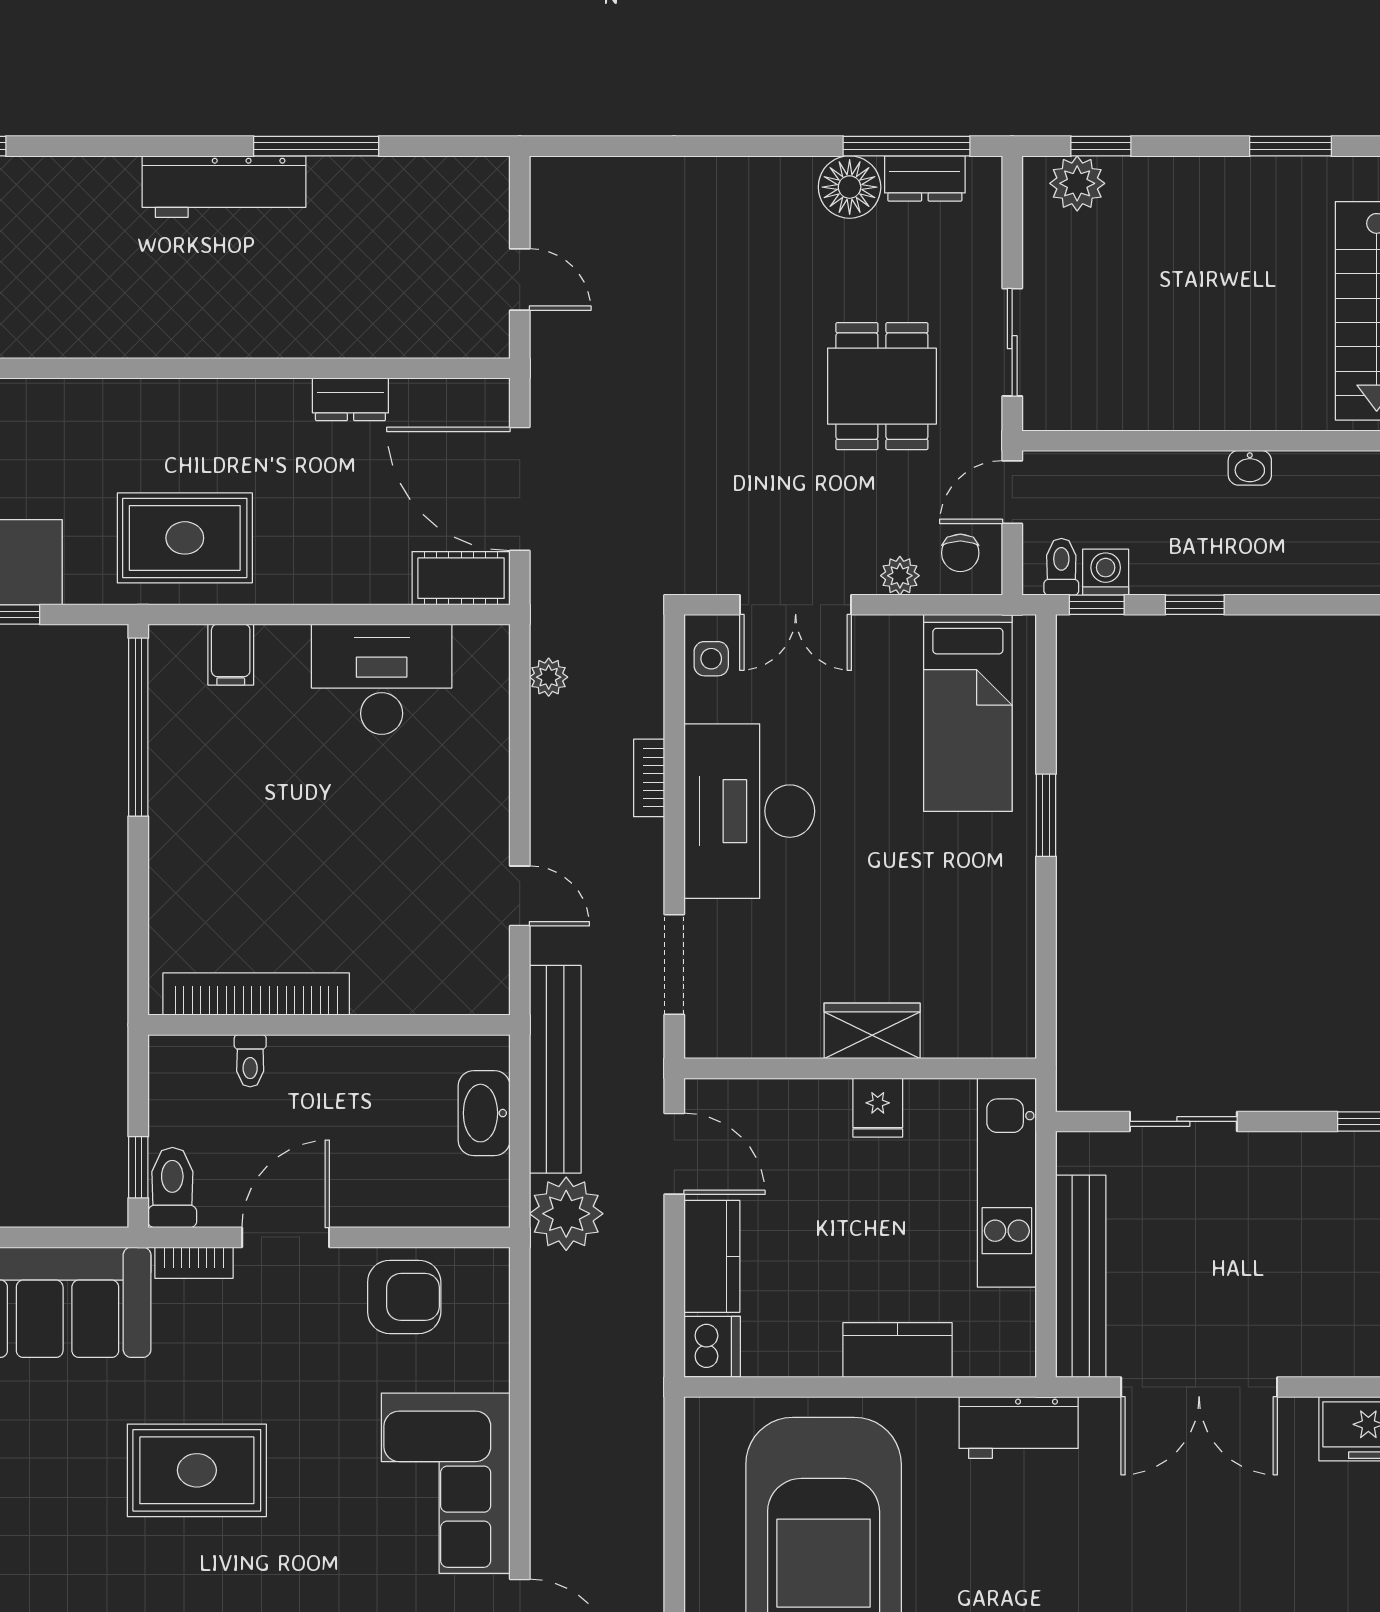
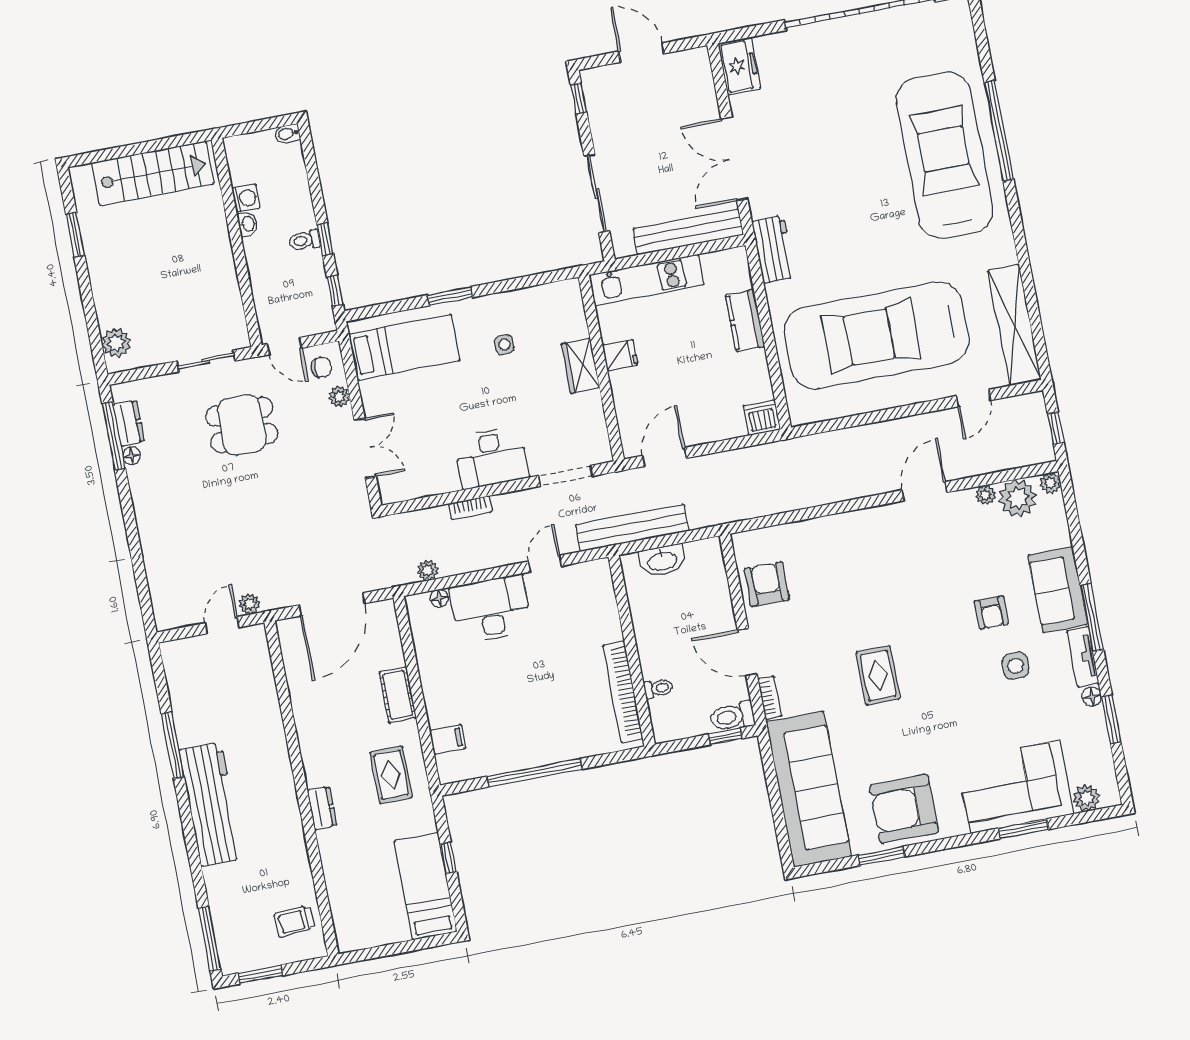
window: (1101, 146) -> (94, 334), removed
workbench: (224, 187) -> (211, 804), width x1.36, depth x1.32
floor lamp: (850, 187) -> (132, 456), width x0.53, depth x0.53
dresser: (350, 399) -> (322, 808), moved
rug: (185, 538) -> (391, 775), width x0.73, depth x0.70
toilet: (1061, 567) -> (305, 240), moved
washing machine: (1106, 572) -> (246, 198), moved, turned 180
cot: (461, 578) -> (398, 695), moved
side table: (711, 659) -> (504, 345), moved
desk: (382, 679) -> (491, 609), moved, turned 90
floor lamp: (493, 689) -> (439, 598), added
window: (138, 727) -> (534, 773), moved
desk: (749, 811) -> (491, 457), width x0.73, depth x0.77
sliding door: (1183, 1121) -> (597, 194), width x1.37
plant: (566, 1214) -> (249, 604), moved, width x0.53, depth x0.53
kitchen counter: (712, 1256) -> (715, 427), removed
double door: (1199, 1387) -> (734, 159), swing flipped
rug: (197, 1470) -> (878, 675), width x0.73, depth x0.70
corner sofa: (446, 1483) -> (860, 544), removed

